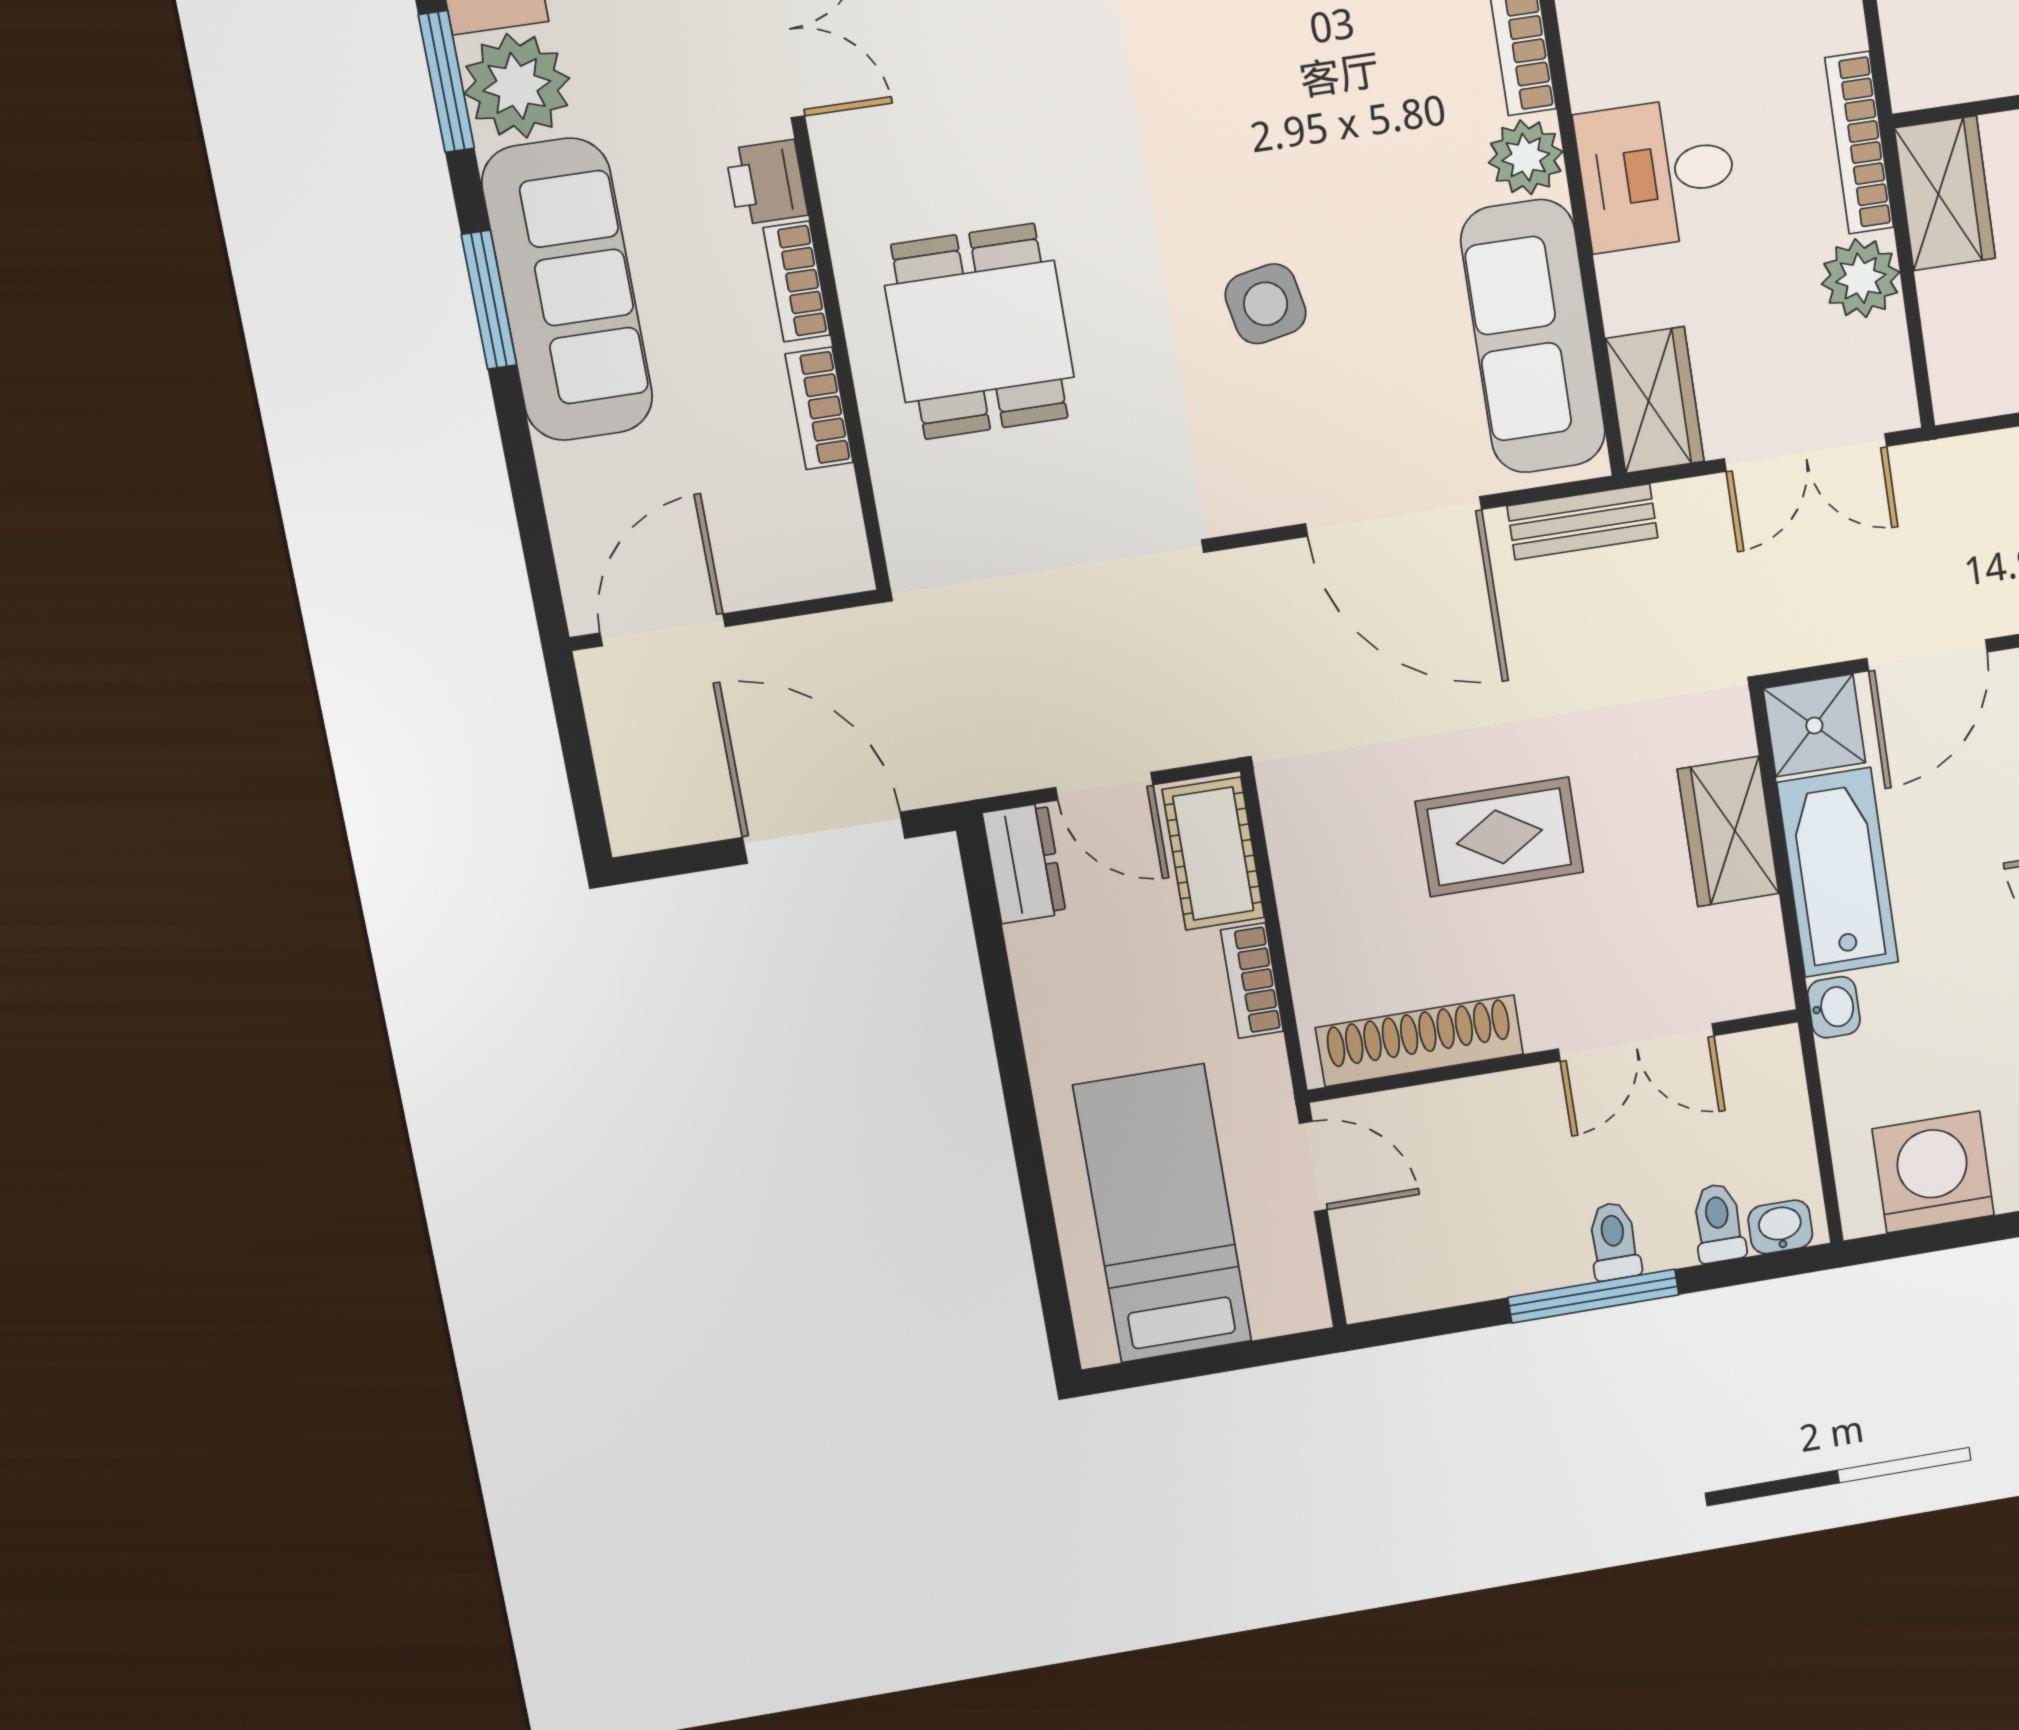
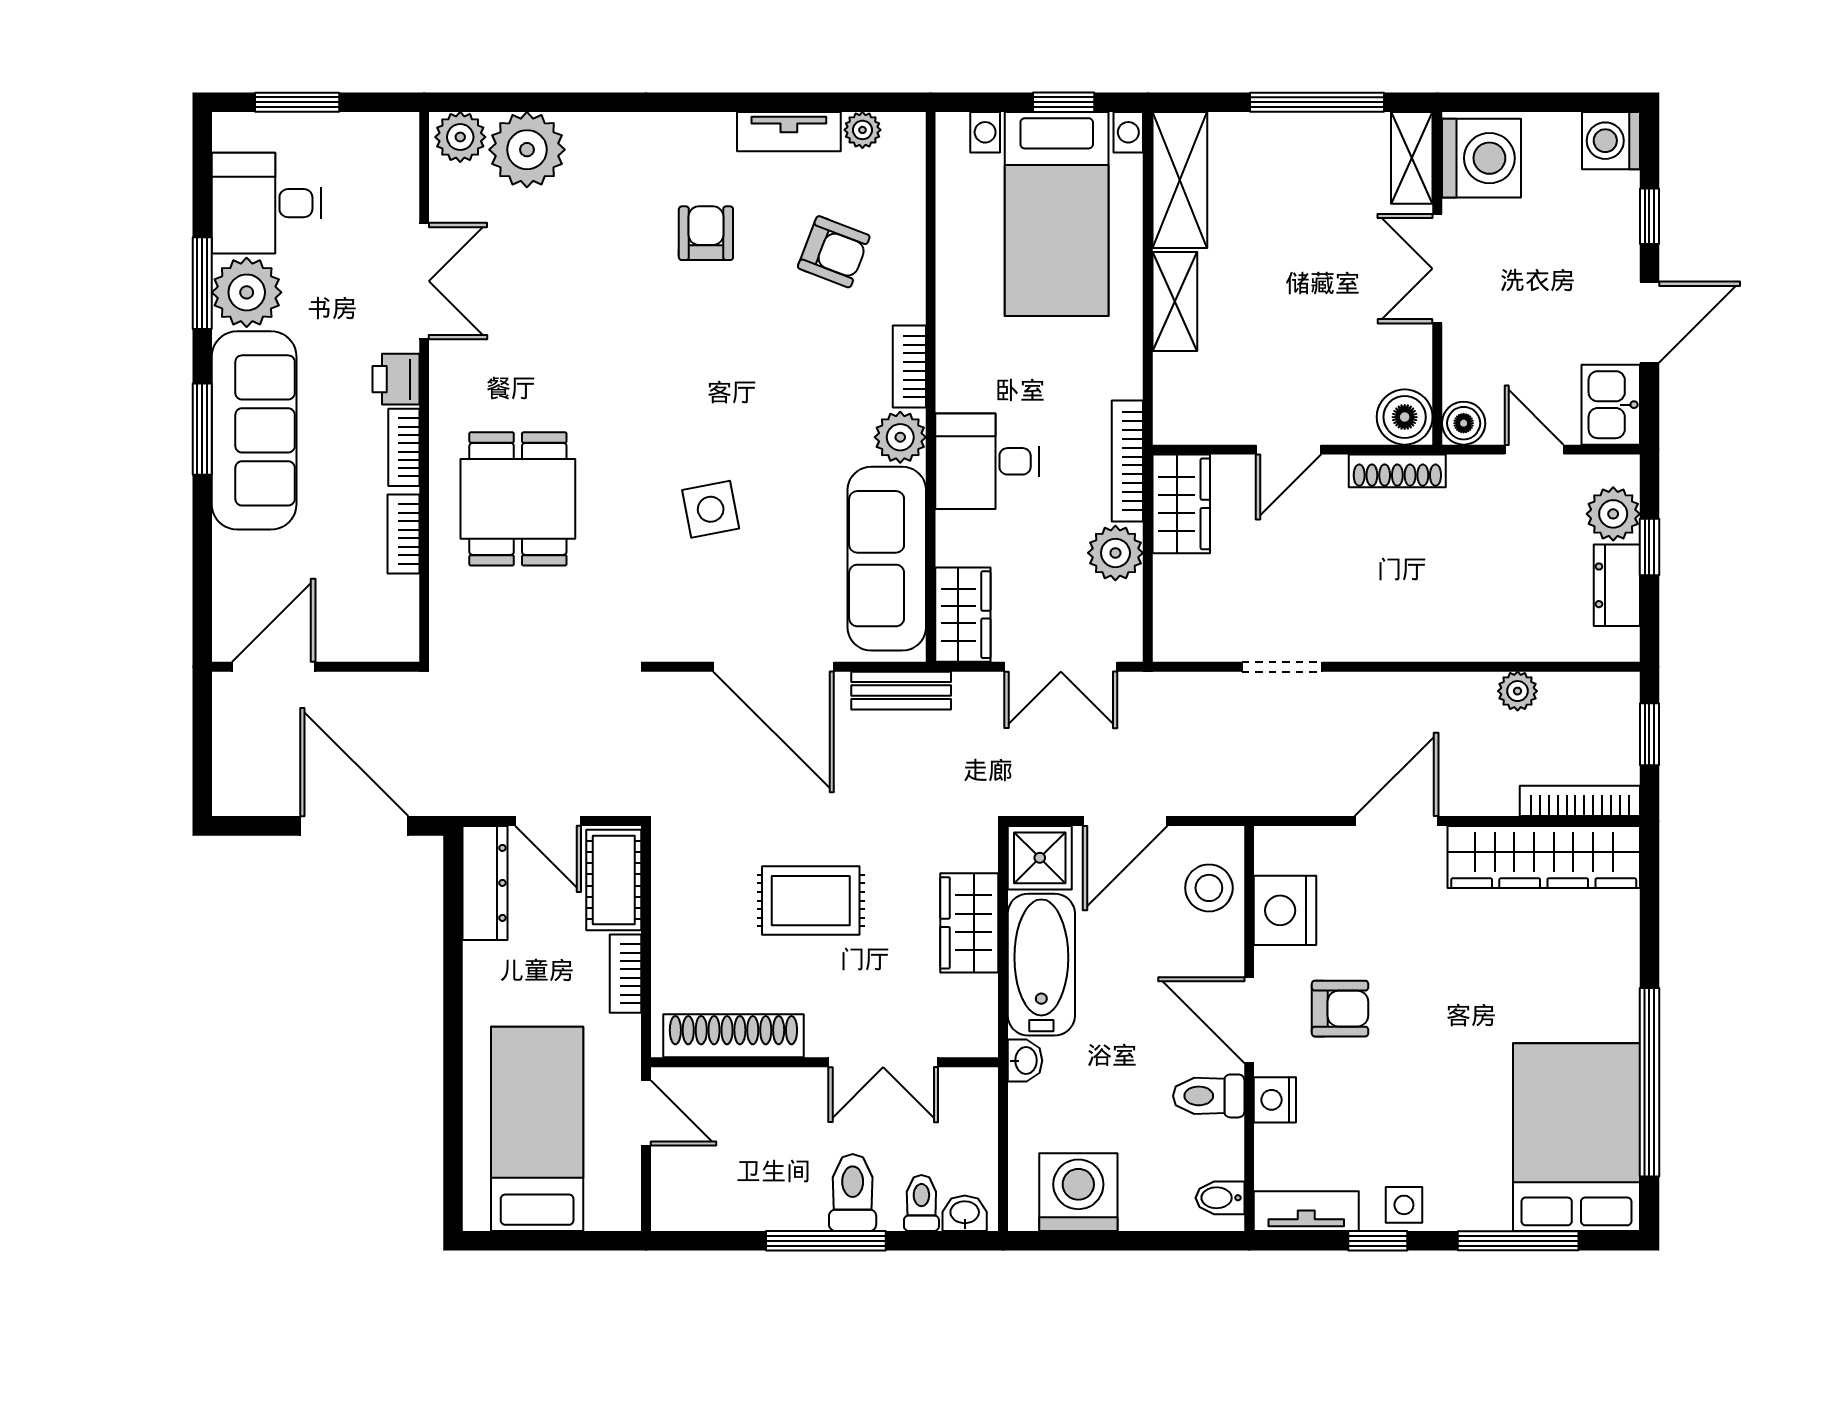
dresser: (1024, 863) -> (485, 883), width x1.44
toilet: (1614, 1241) -> (853, 1193), width x1.37, depth x1.39

